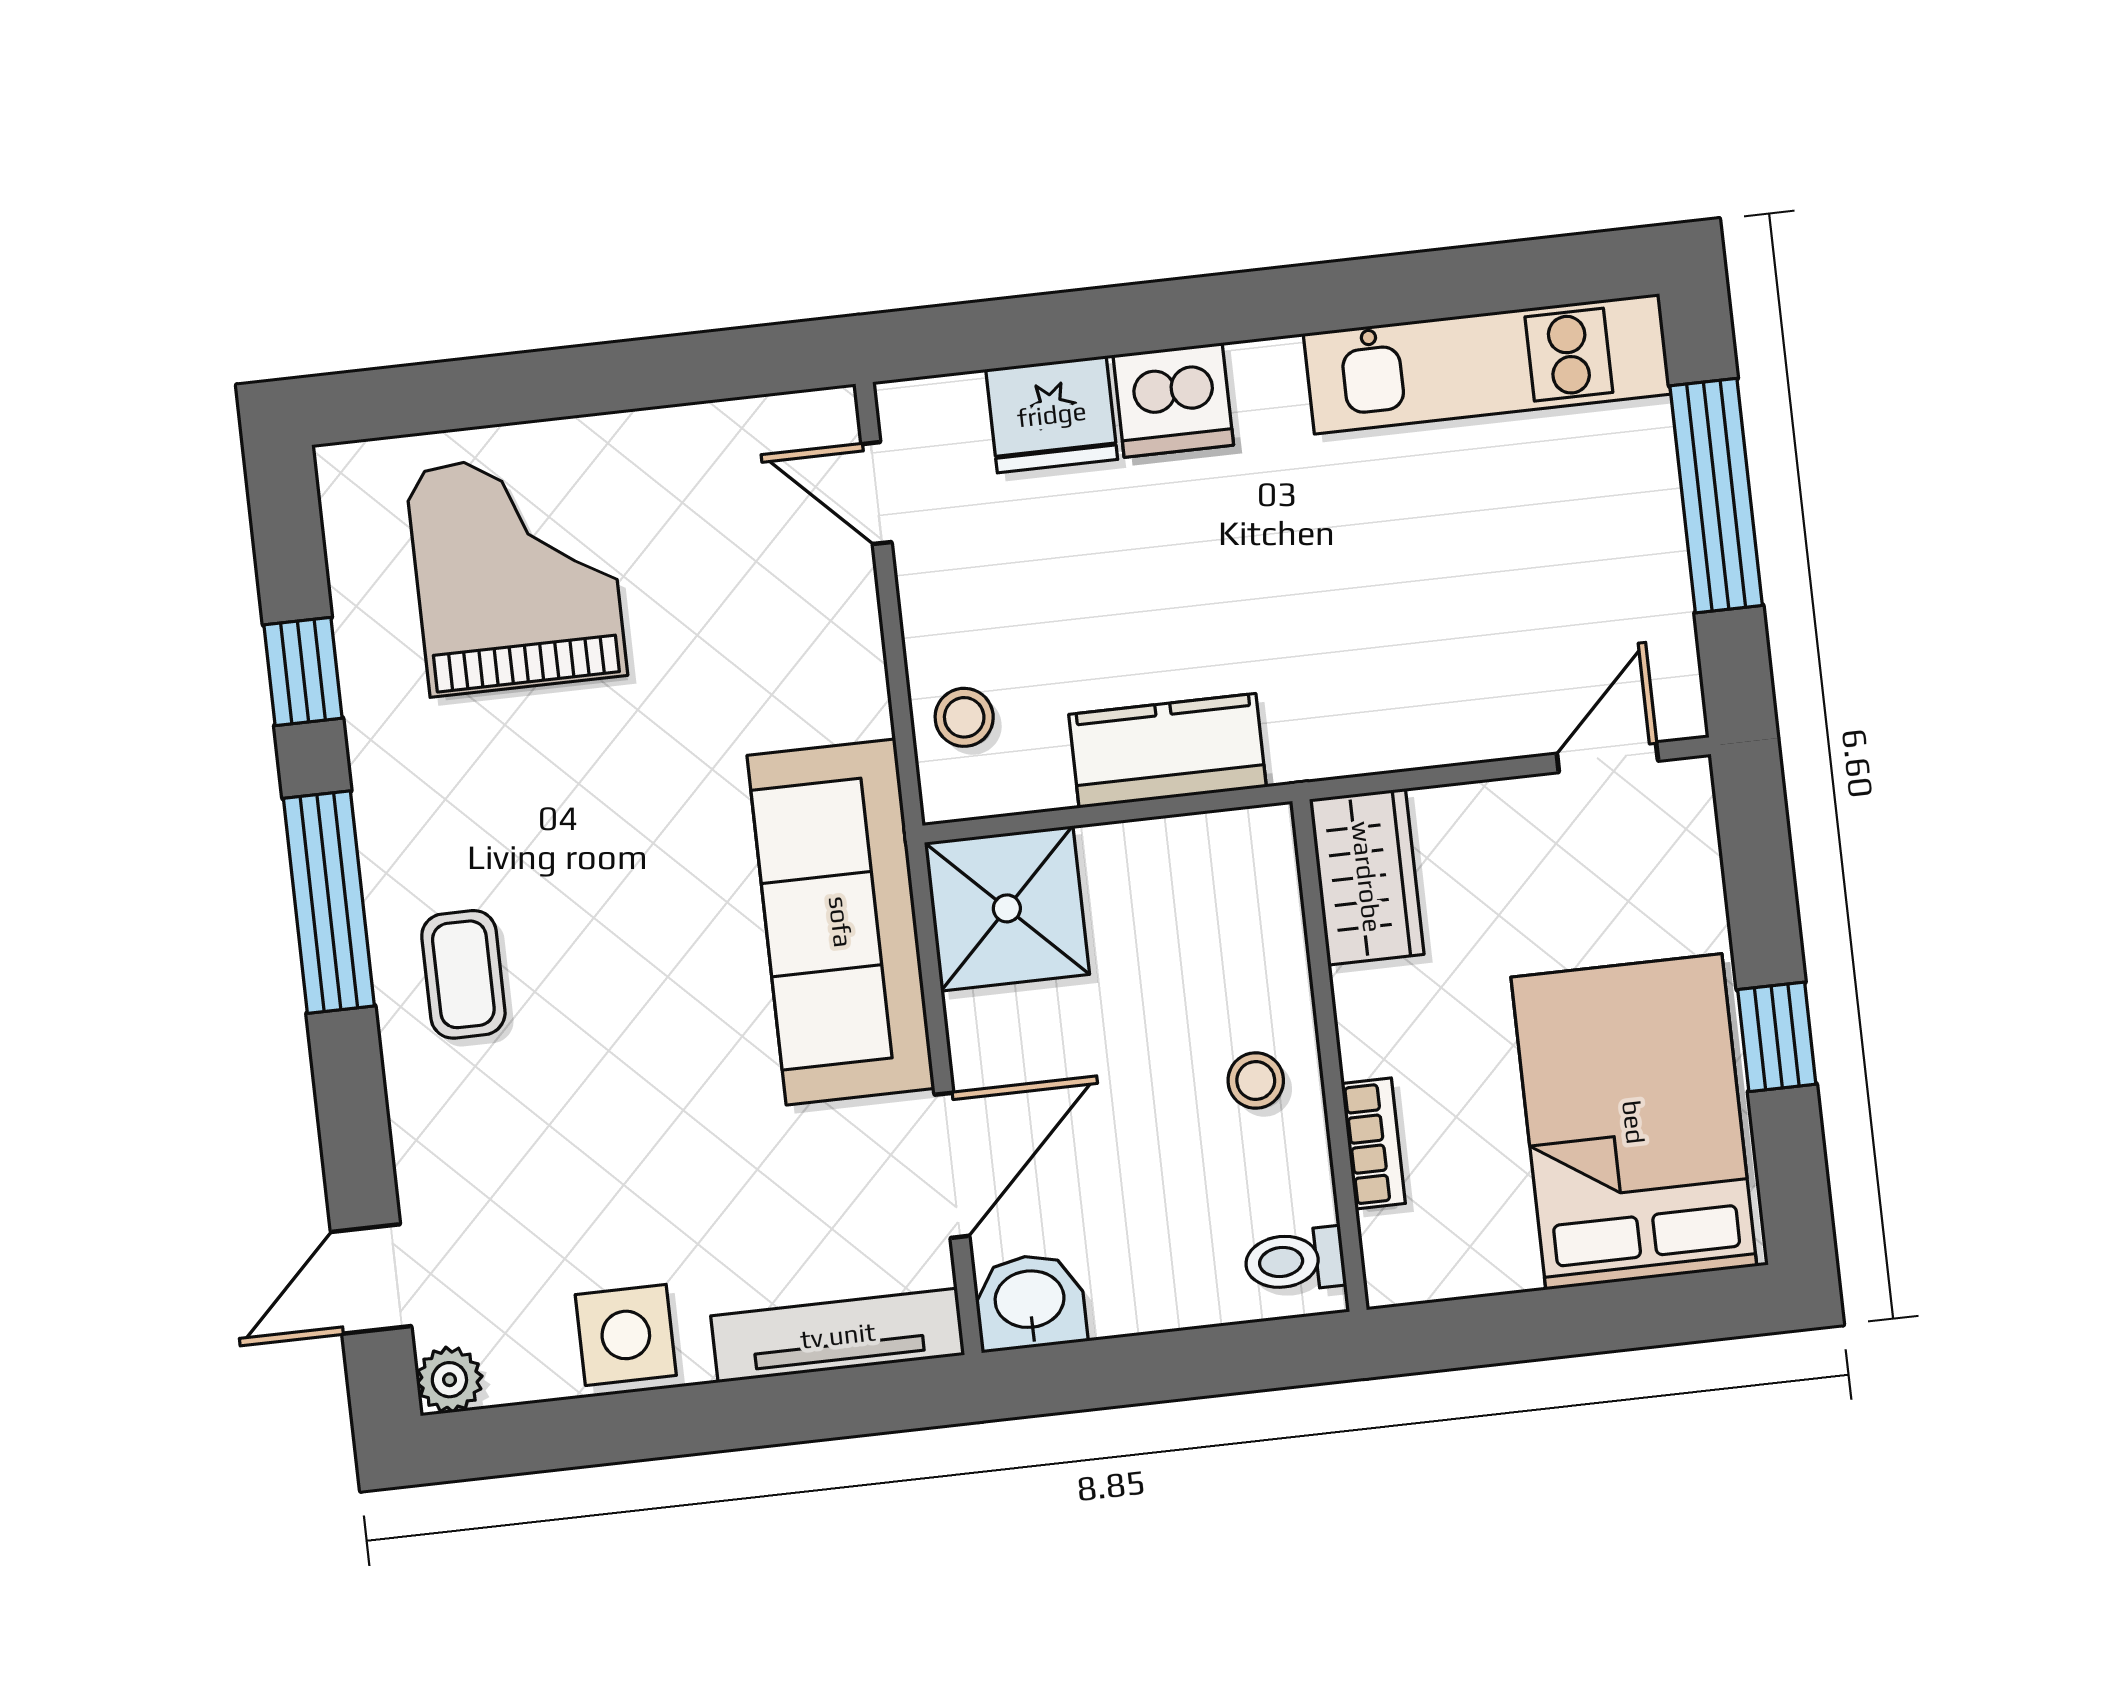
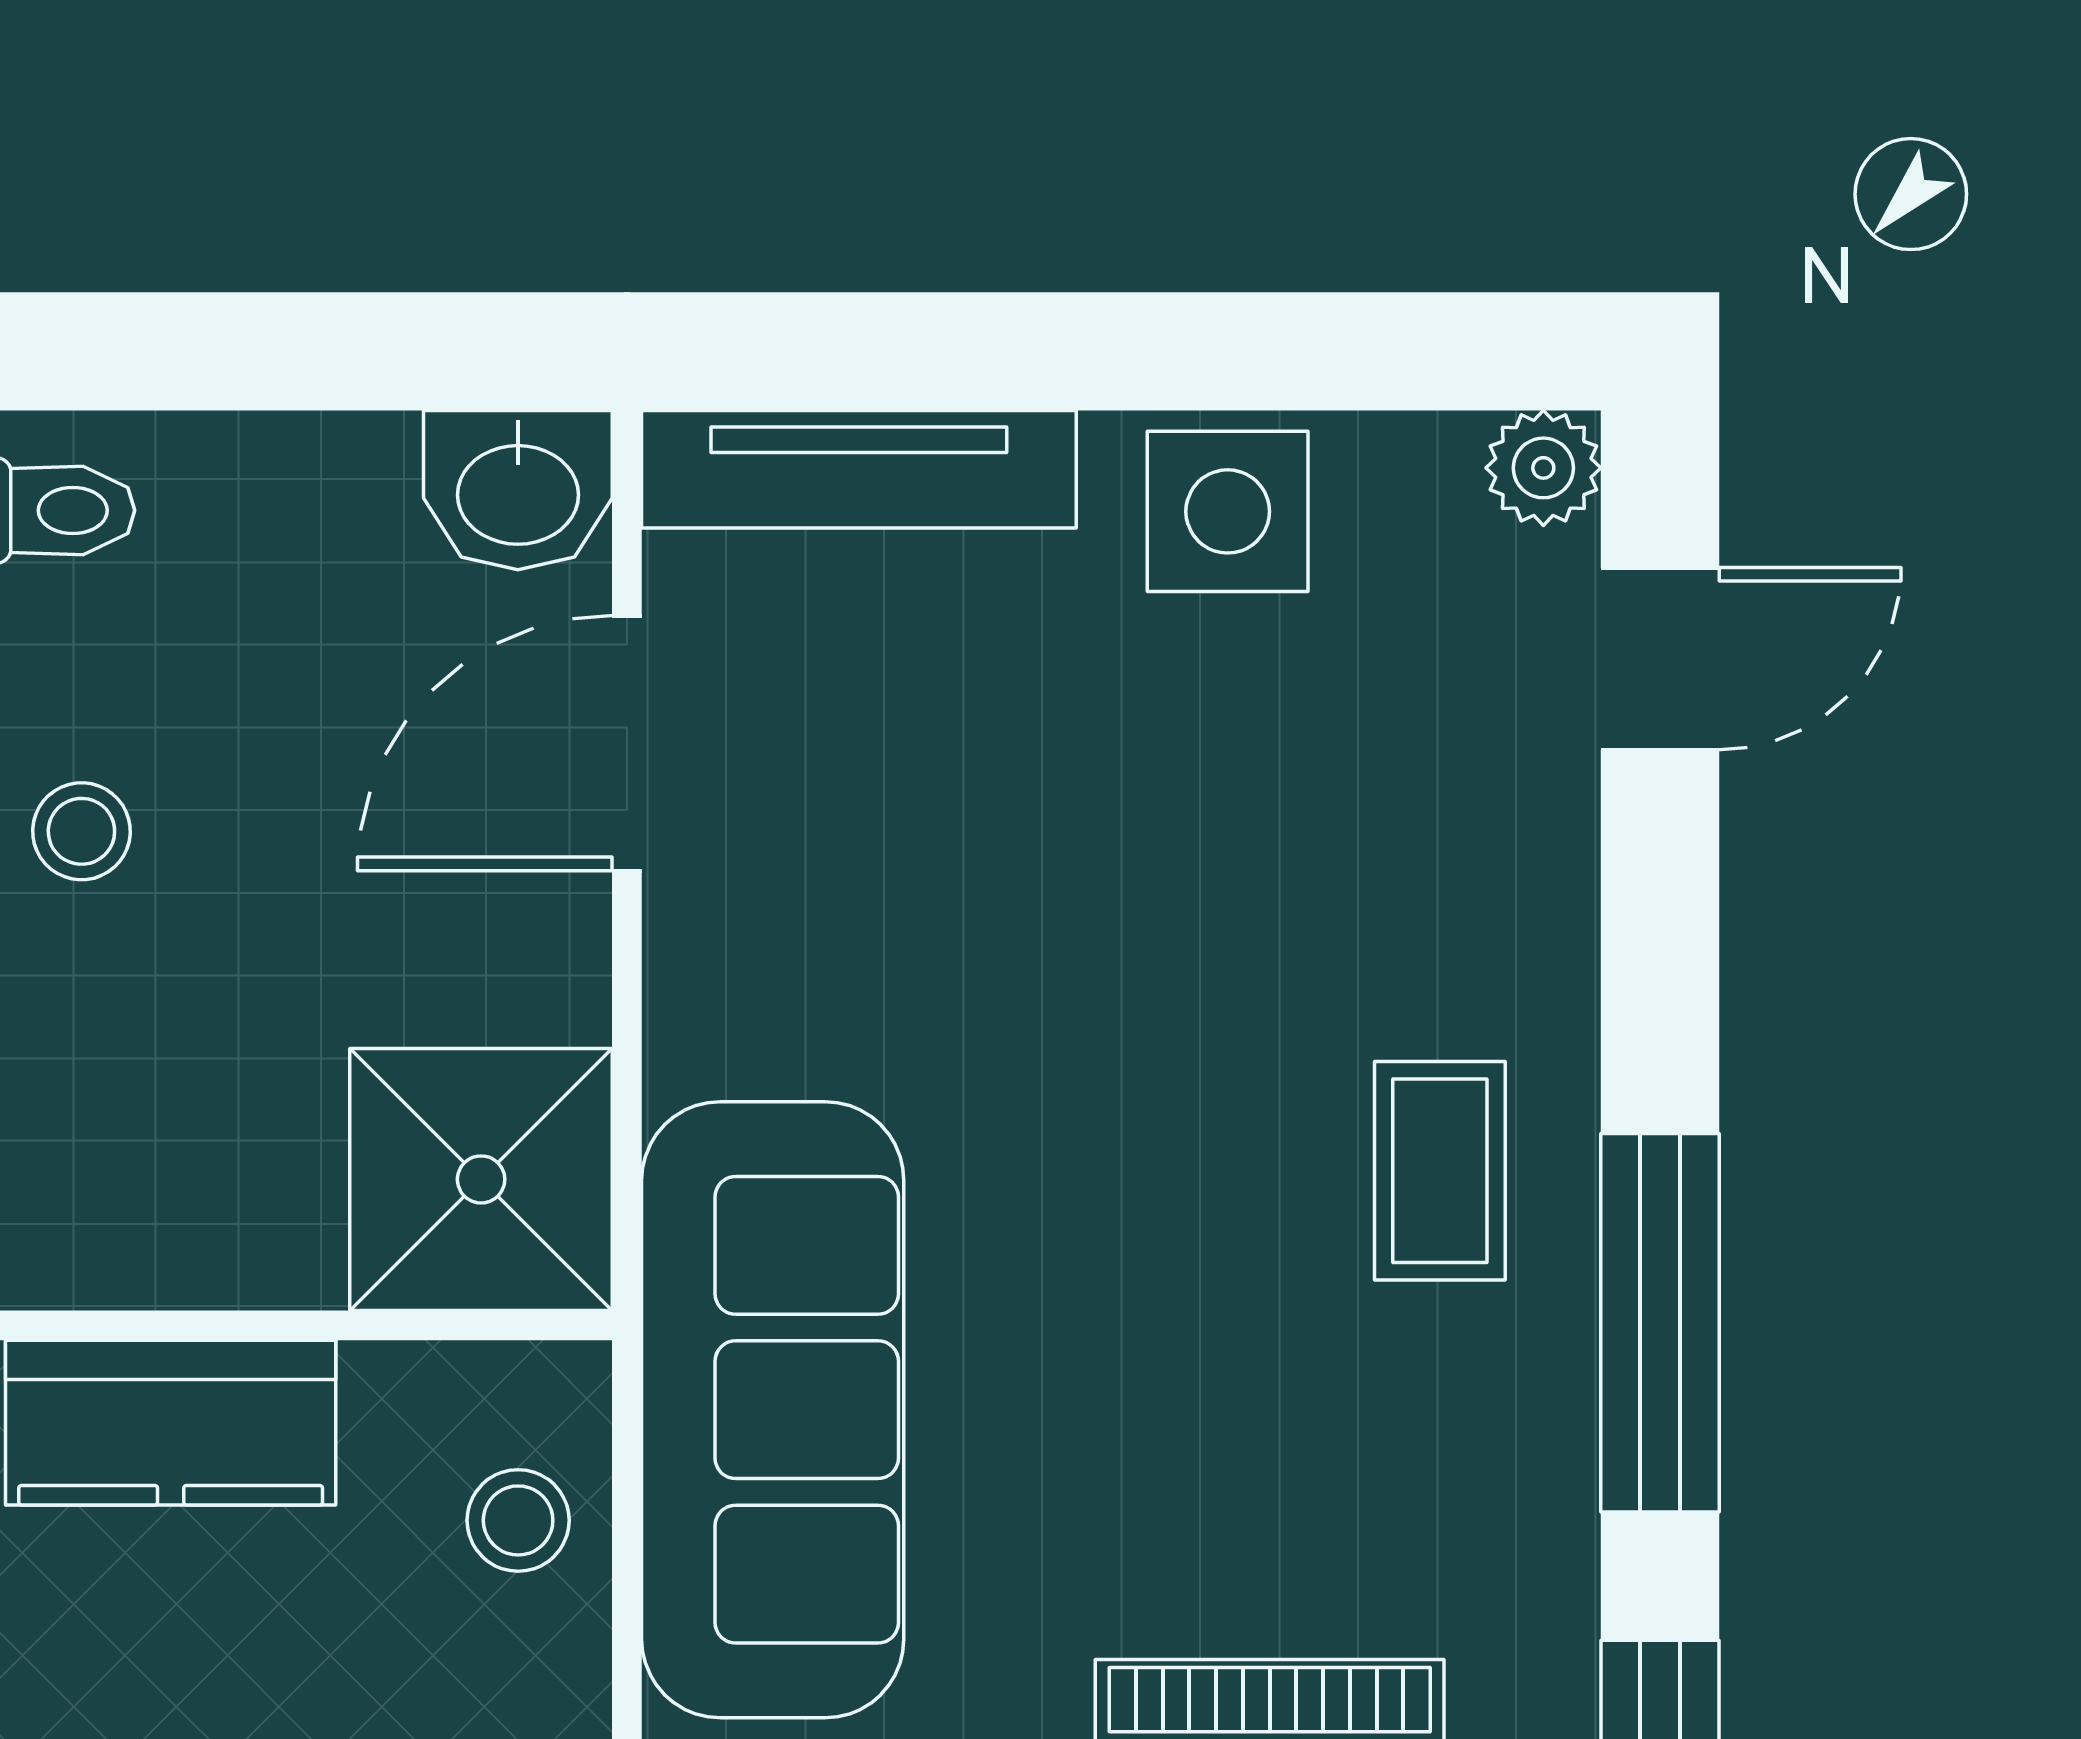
sofa: (841, 922) -> (773, 1410), moved

